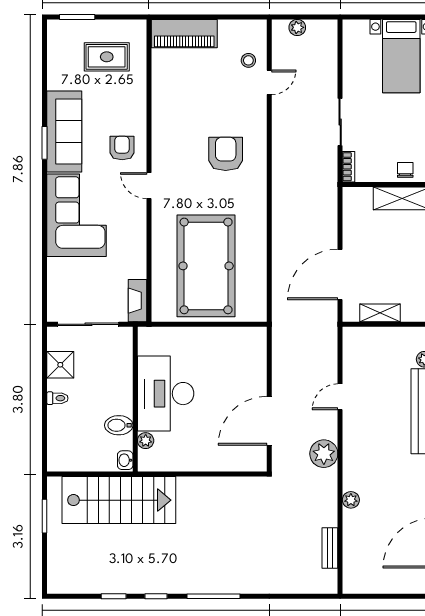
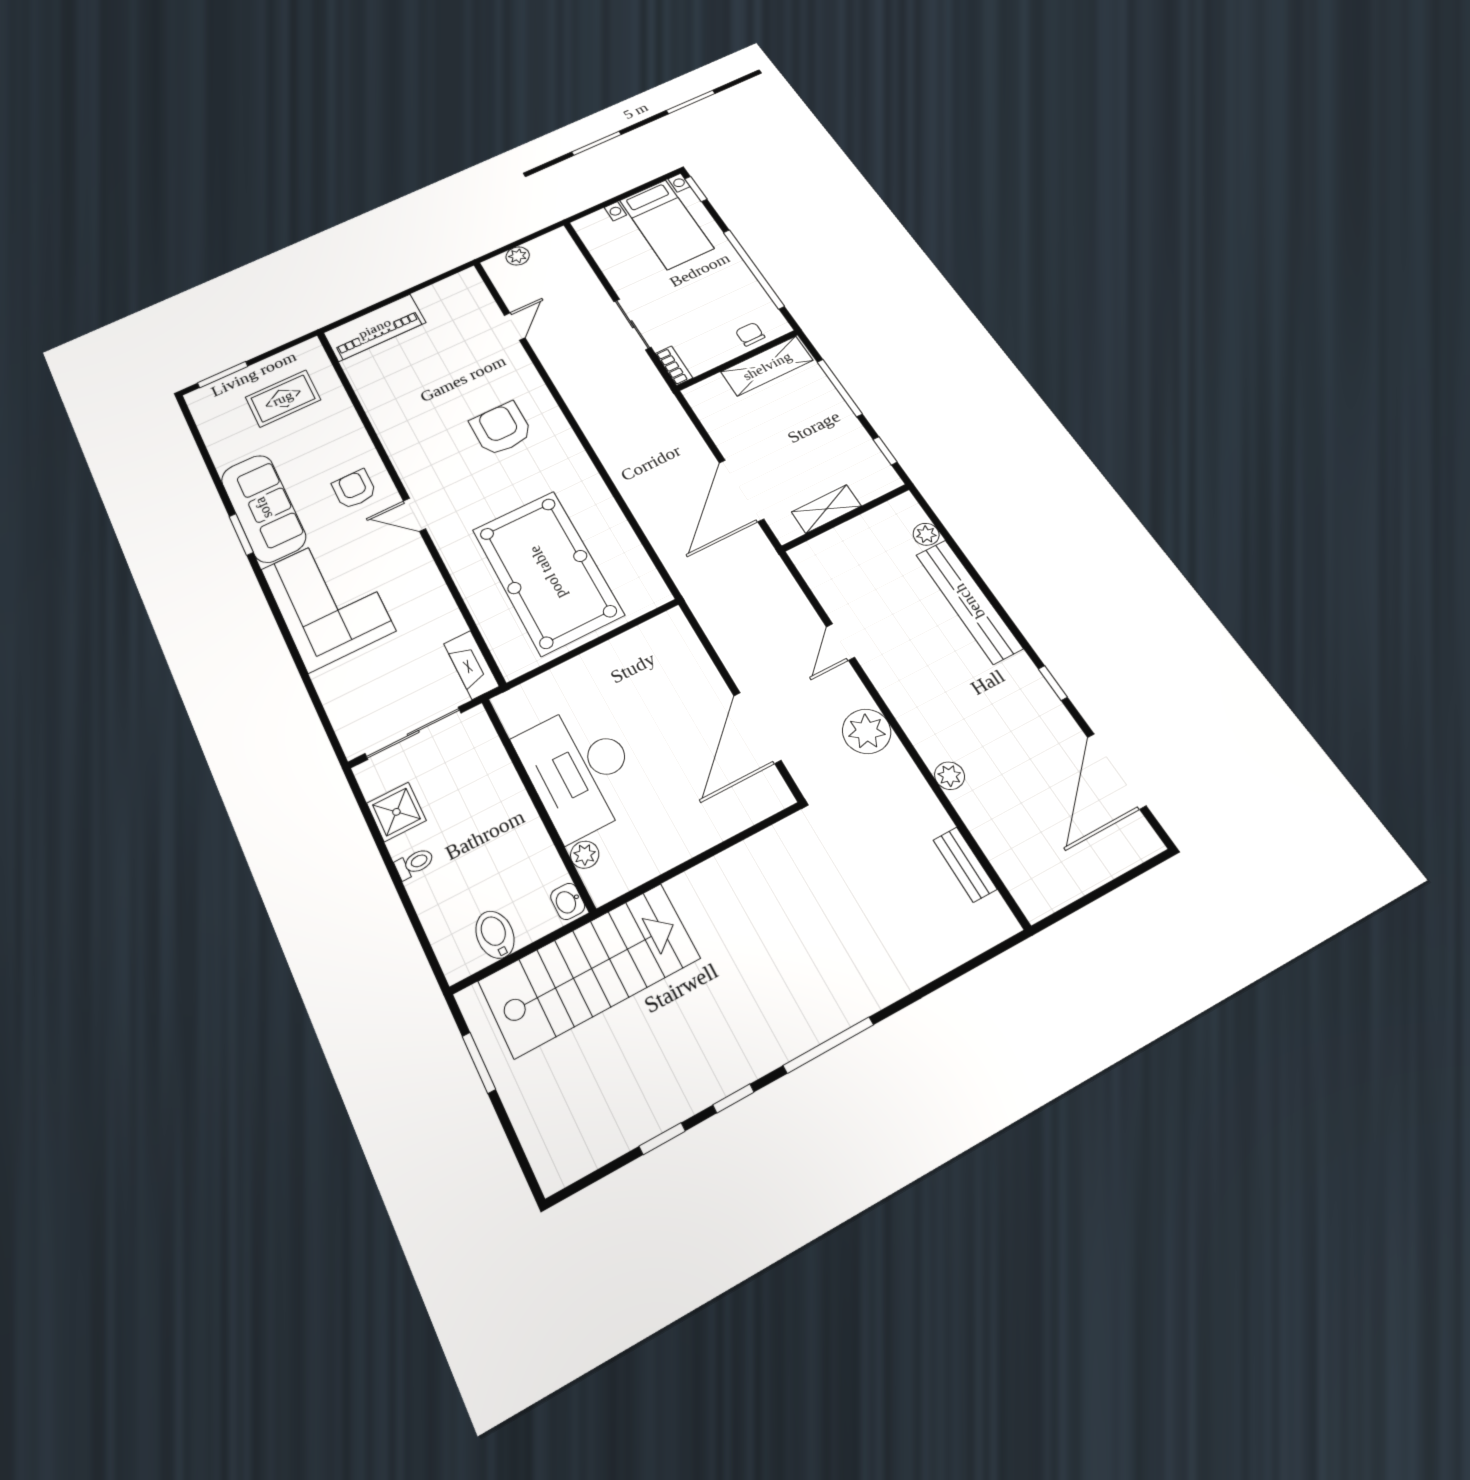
stool: (248, 60) -> (474, 317), removed
bidet: (119, 425) -> (495, 935), moved, turned 90

